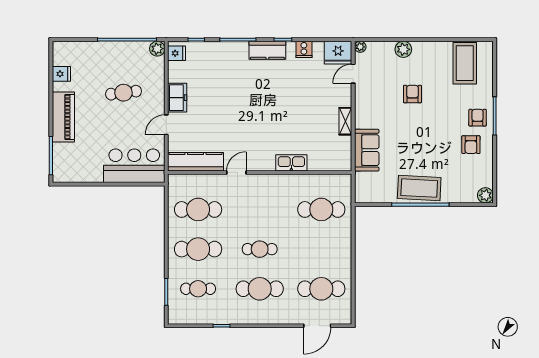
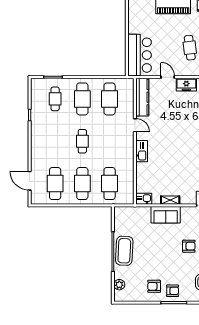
sofa: (367, 150) -> (166, 215), moved
kitchen sink: (343, 160) -> (144, 199), added
kitchen sink: (291, 163) -> (142, 151), moved
plant: (485, 195) -> (119, 285), moved
cafe table: (260, 289) -> (82, 184), moved

